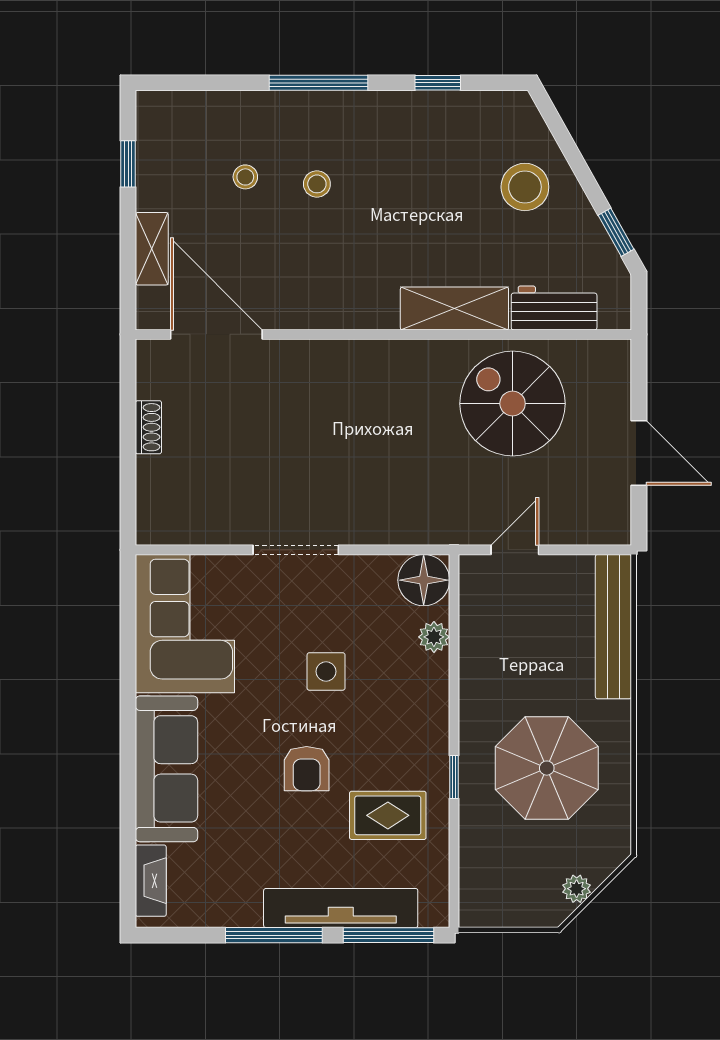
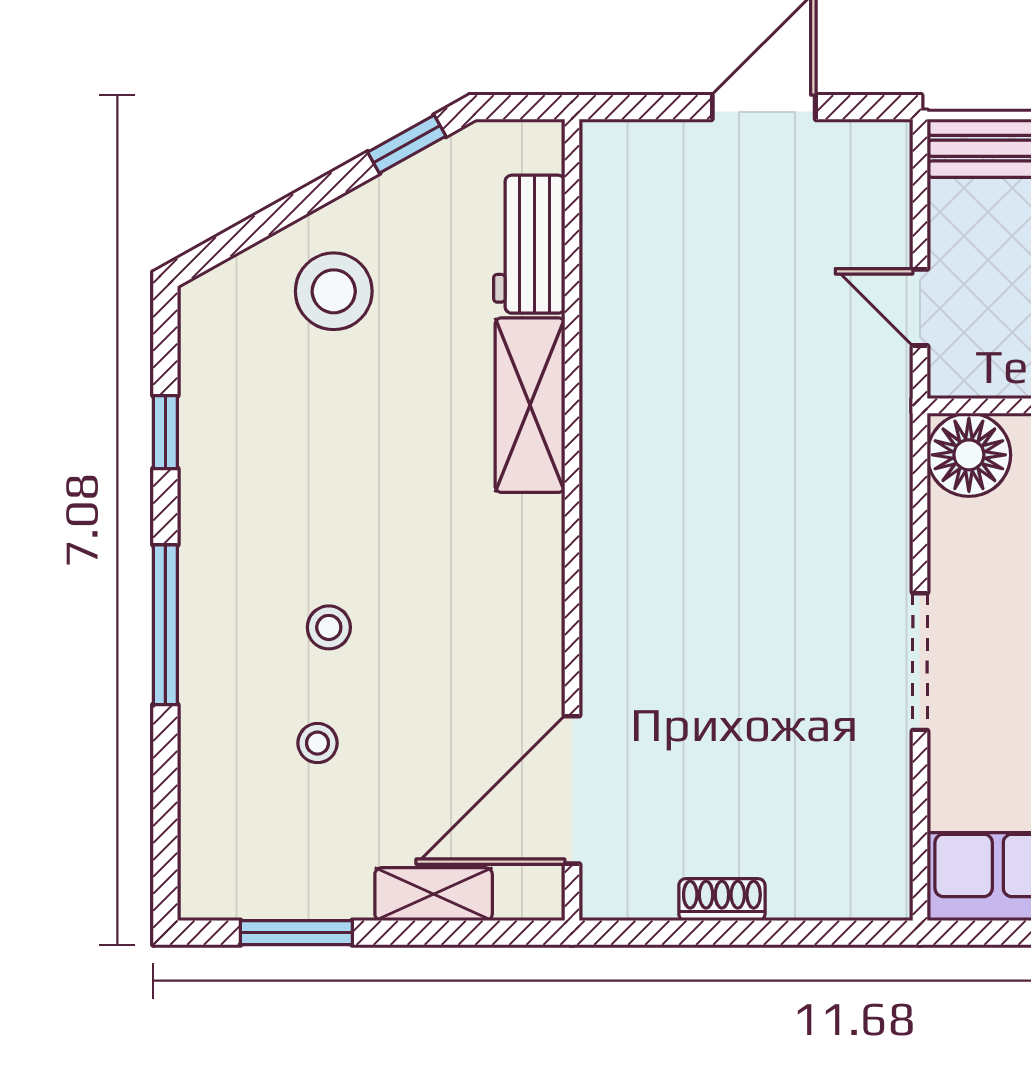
window: (128, 164) -> (296, 933), width x1.50
spiral stairs: (513, 404) -> (684, 311), removed

